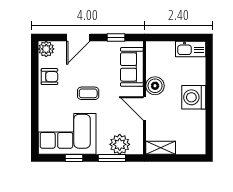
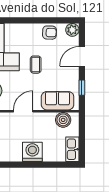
door: (78, 38) -> (82, 56), hinge flipped
armchair: (49, 77) -> (50, 33), turned -88
boiler: (155, 86) -> (63, 120), moved

